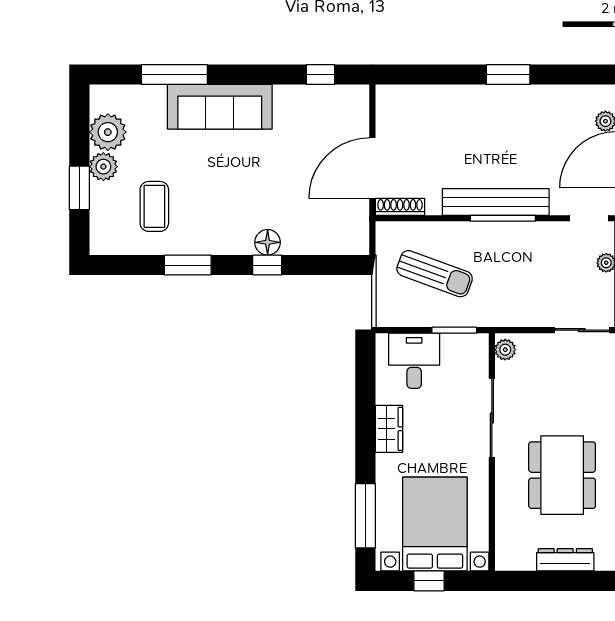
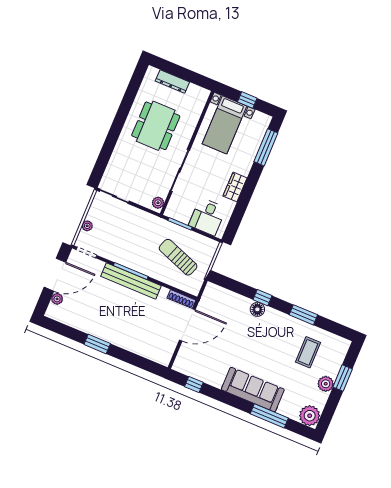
plant: (108, 132) -> (310, 416), moved
bed with nightstands: (435, 524) -> (224, 125), width x0.73

